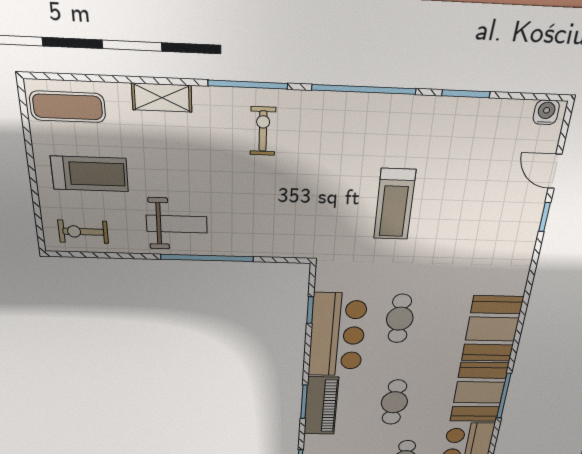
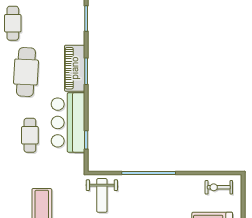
weight bench: (177, 224) -> (102, 195), moved, turned -90
exercise bike: (83, 232) -> (219, 187), turned 180
cafe table: (394, 402) -> (26, 72), width x1.37, depth x1.35

